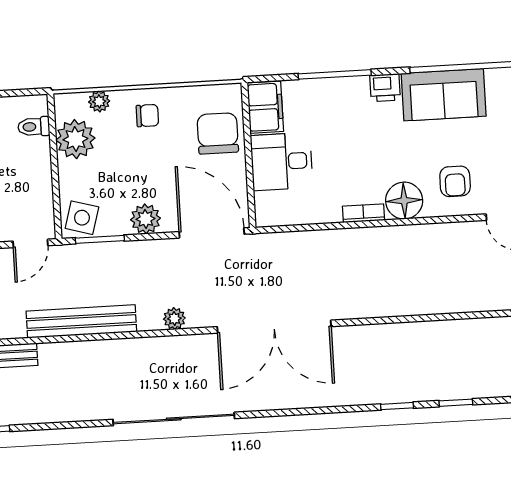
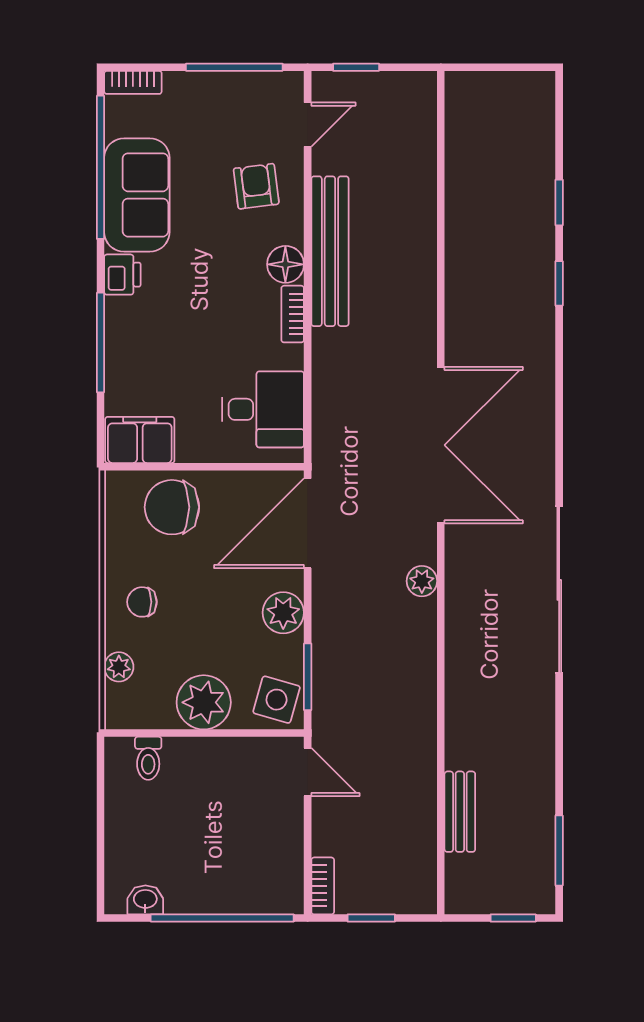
chair: (147, 116) -> (142, 602), turned -90
plant: (75, 139) -> (204, 702), moved
desk: (281, 161) -> (263, 409), moved, turned -90
armchair: (455, 181) -> (256, 186), turned -97
floor lamp: (404, 201) -> (285, 264), width x0.73, depth x0.73
bench: (81, 321) -> (330, 251), moved

